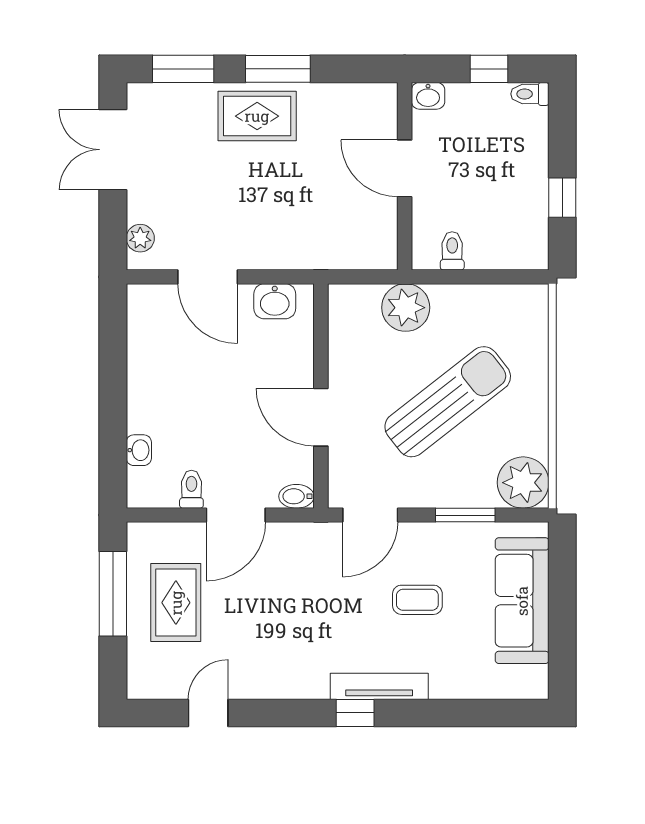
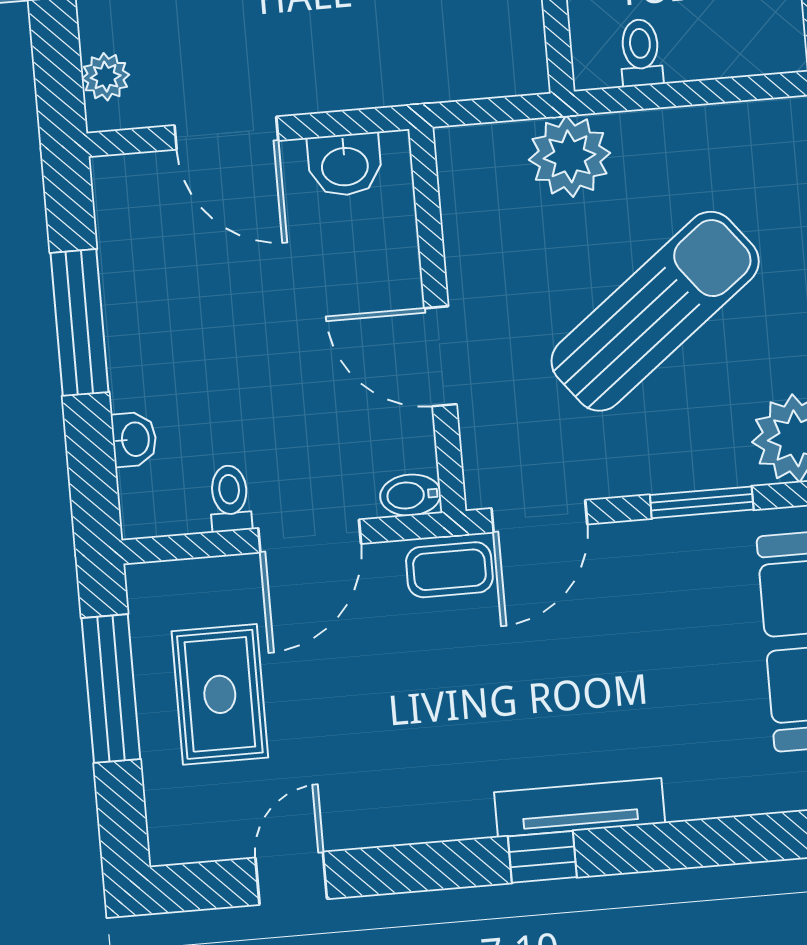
window: (113, 380) -> (79, 322), added
coffee table: (417, 600) -> (449, 570), moved

